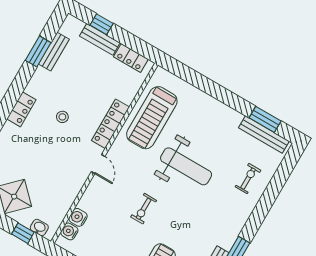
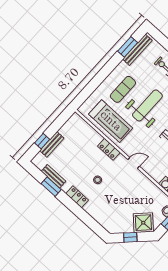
locker: (131, 58) -> (68, 127), removed
locker: (21, 109) -> (77, 197), moved
locker: (110, 124) -> (109, 149), width x0.66
exercise mat: (202, 126) -> (123, 89), added

